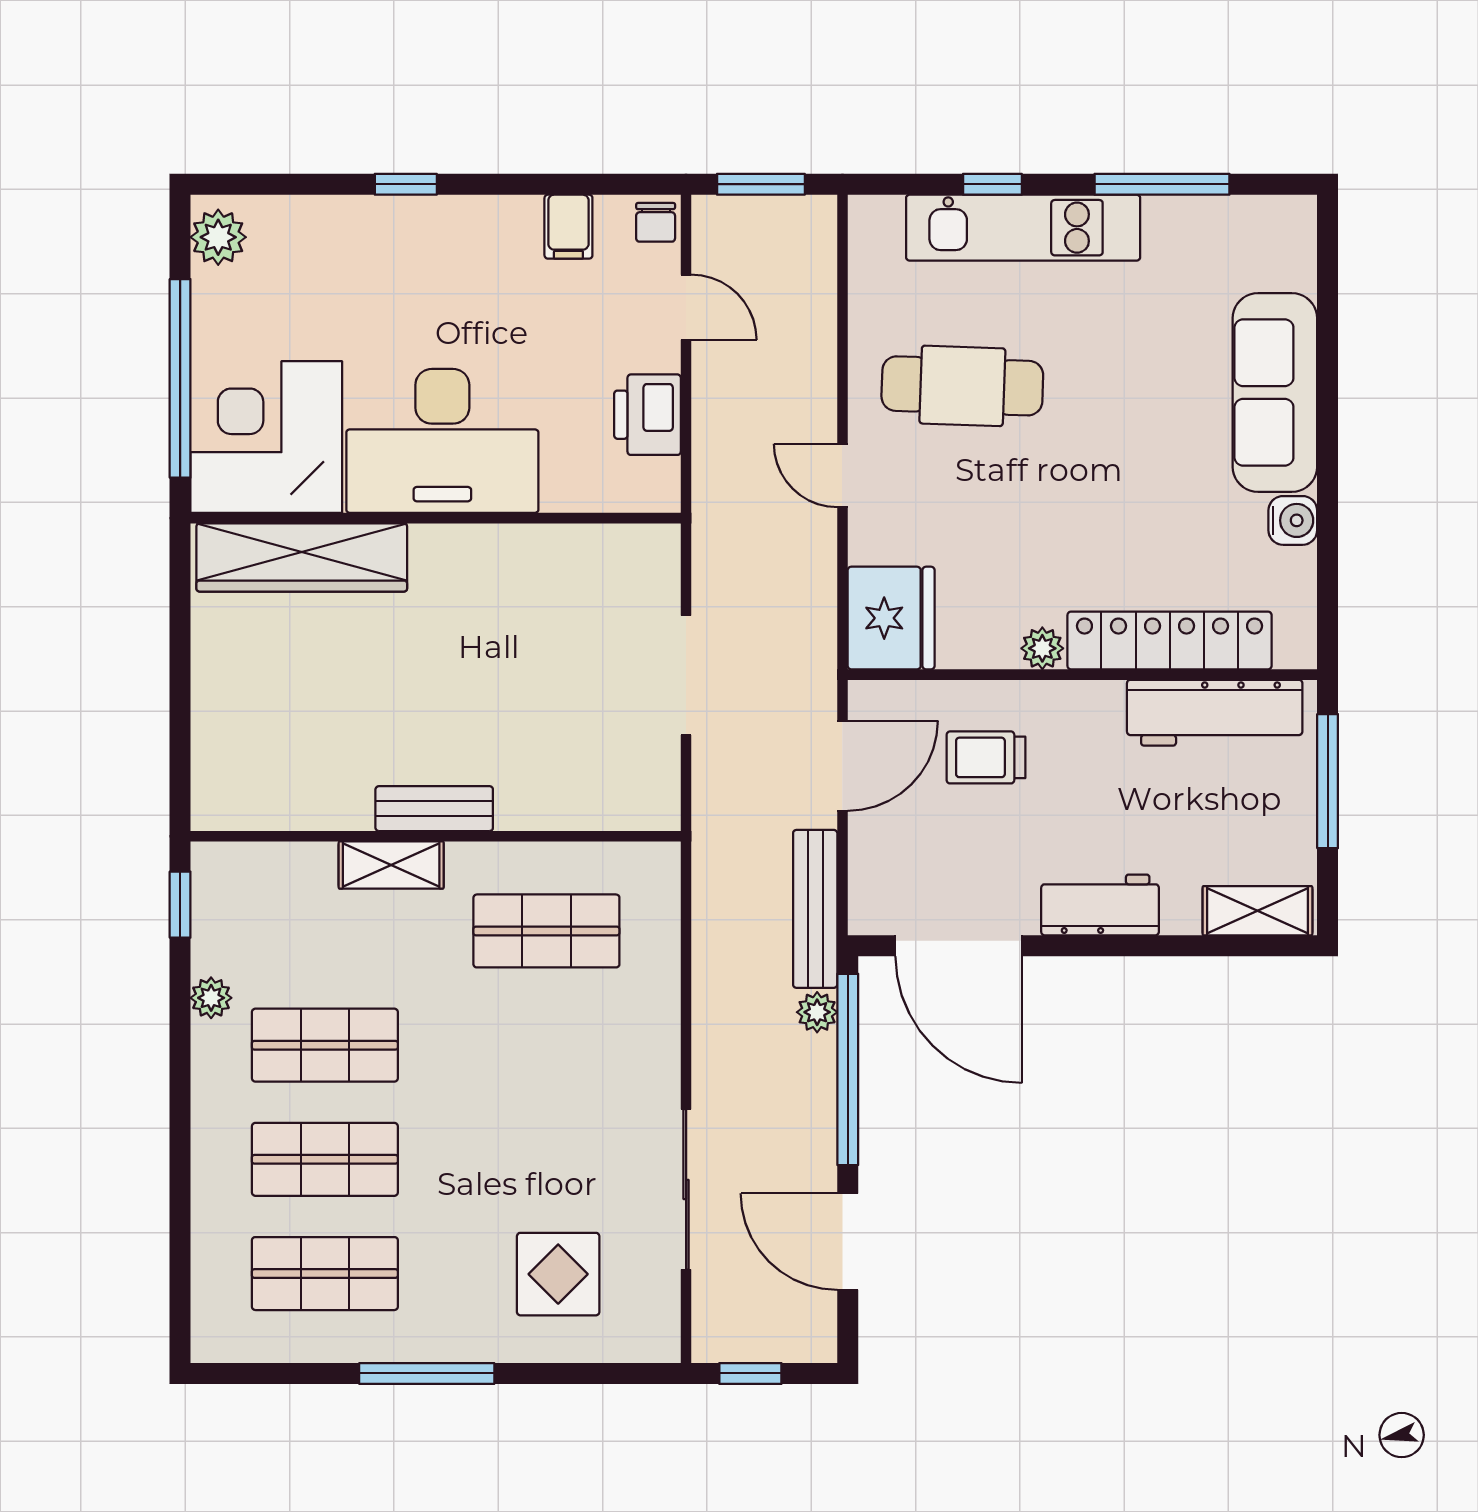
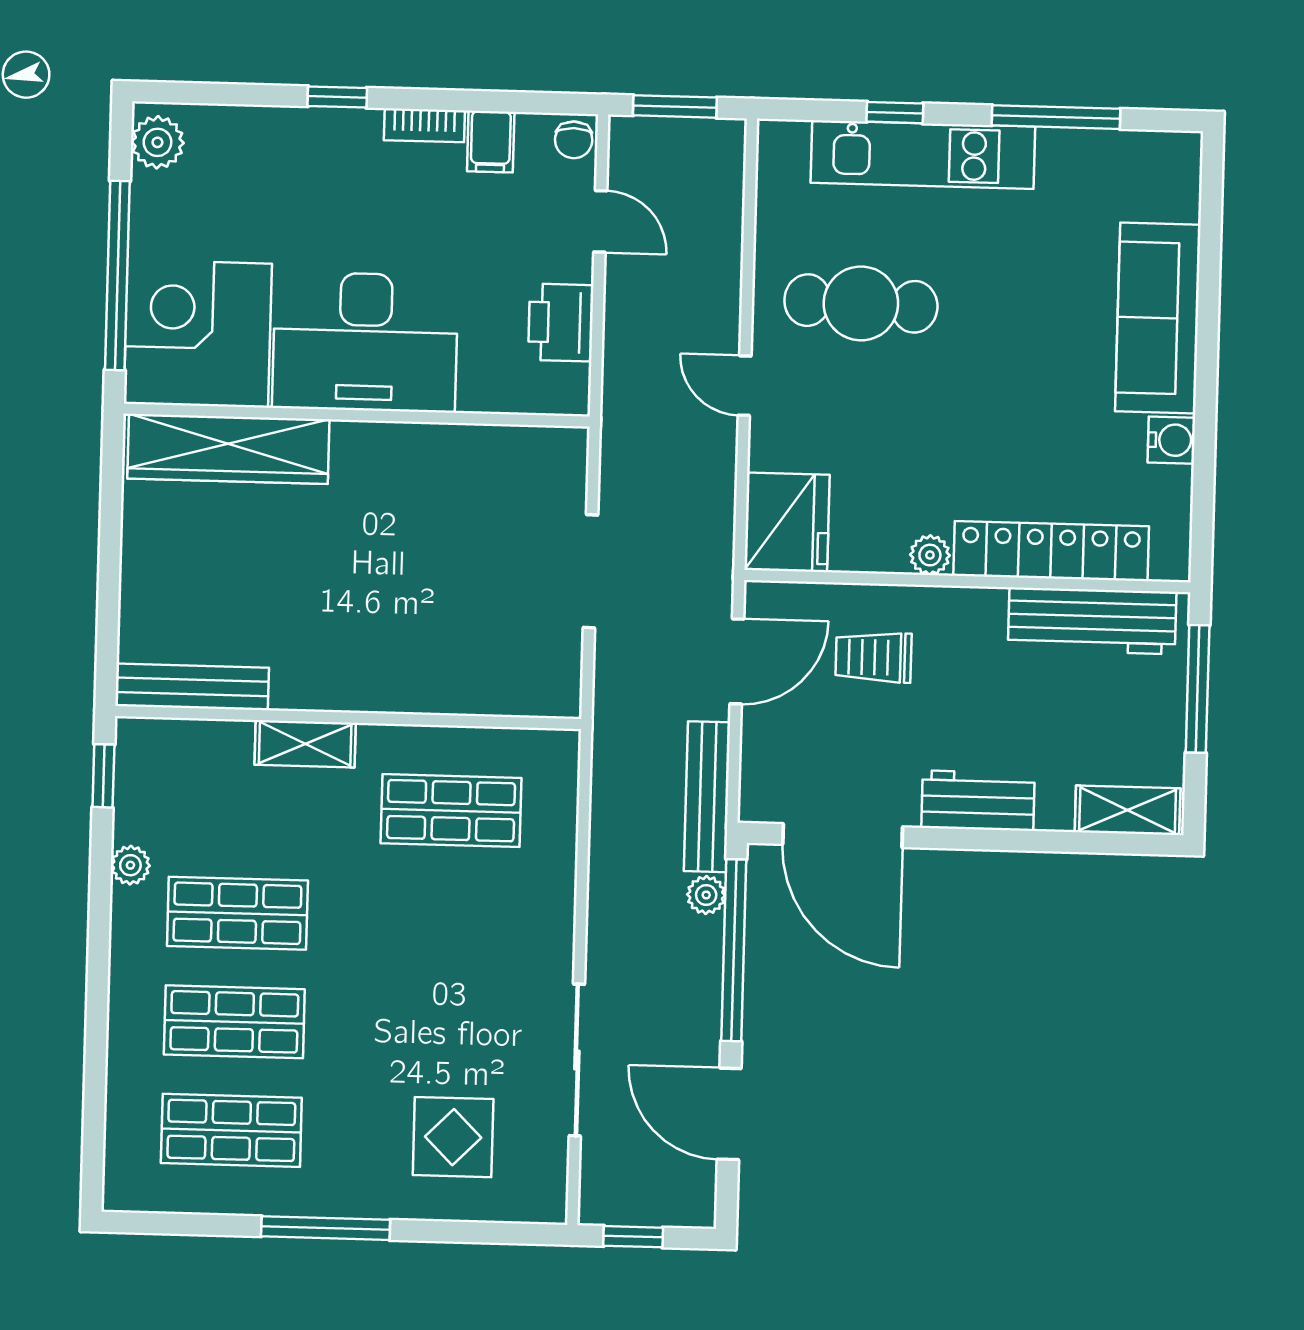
bookcase: (498, 212) -> (424, 125), added
bench: (434, 809) -> (192, 687), moved, width x1.36

